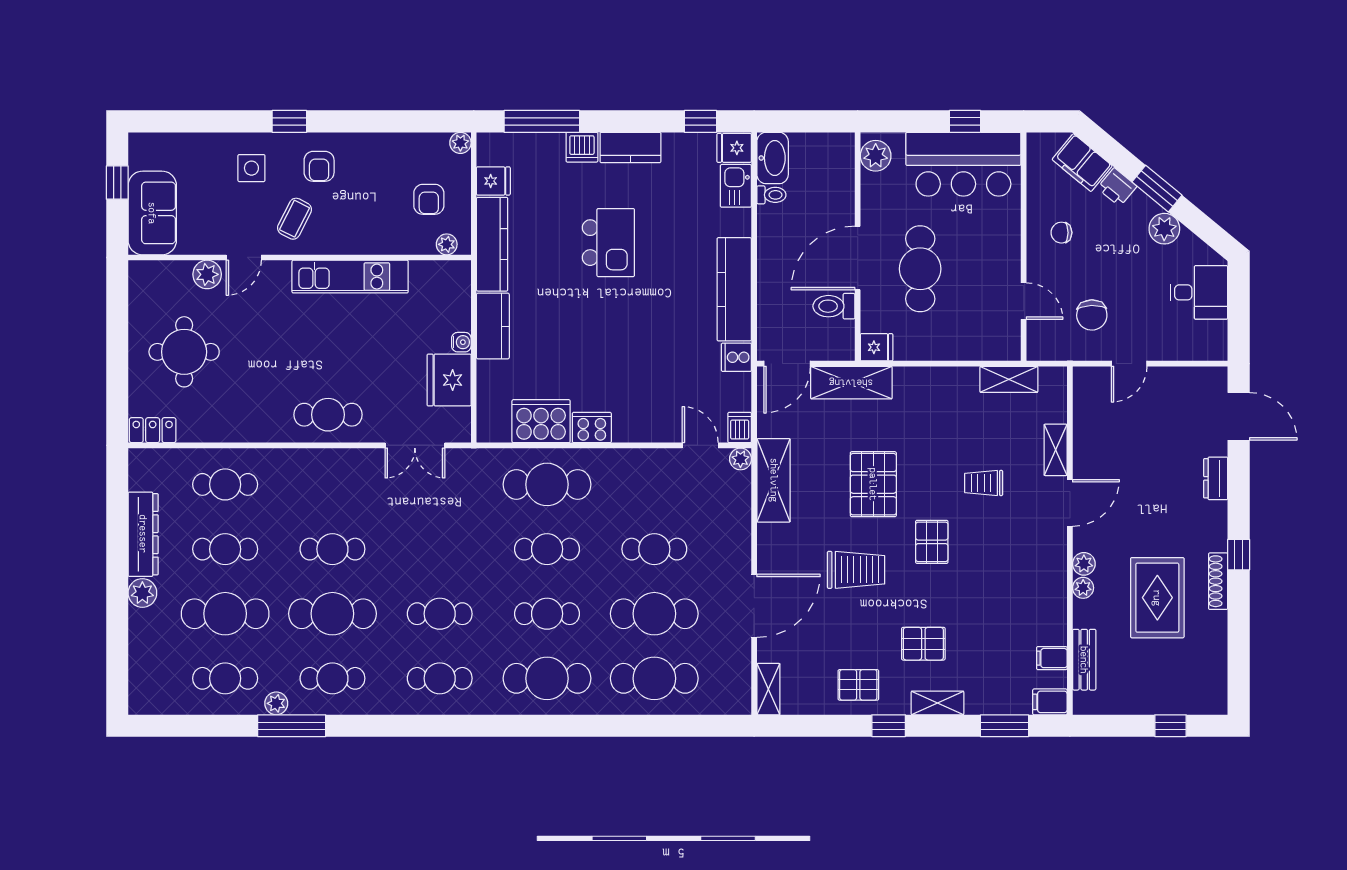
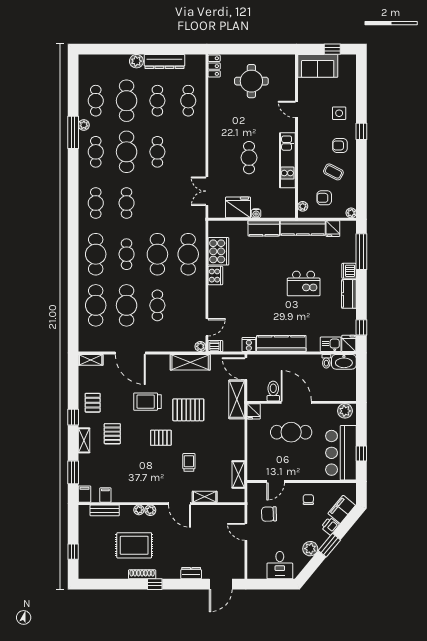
coffee table: (295, 219) -> (333, 172), moved
plant: (207, 274) -> (288, 92), removed
cafe table: (328, 415) -> (249, 158), moved
cafe table: (547, 549) -> (157, 254), width x1.37, depth x1.35
trolley: (856, 570) -> (147, 402), turned 90

